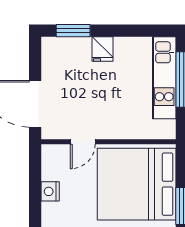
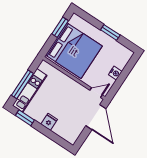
window: (73, 31) -> (25, 118), moved
door: (83, 142) -> (96, 93), moved

